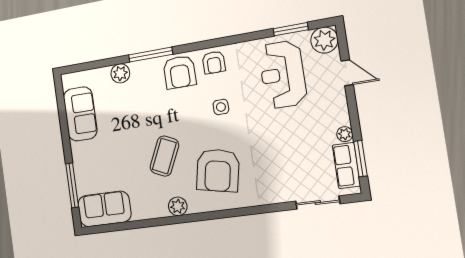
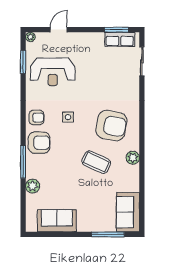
plant: (324, 40) -> (30, 37), width x0.53, depth x0.53
plant: (345, 134) -> (99, 37), removed

